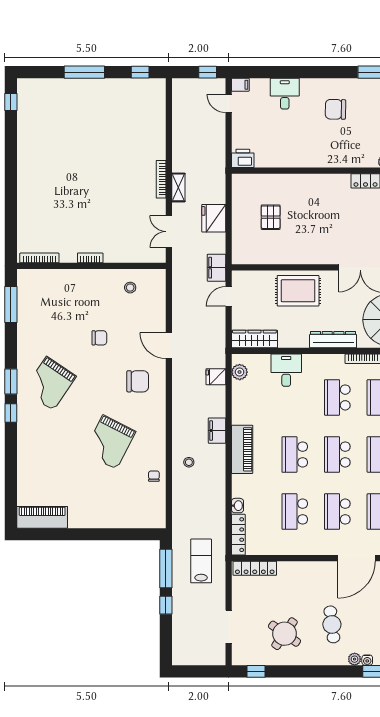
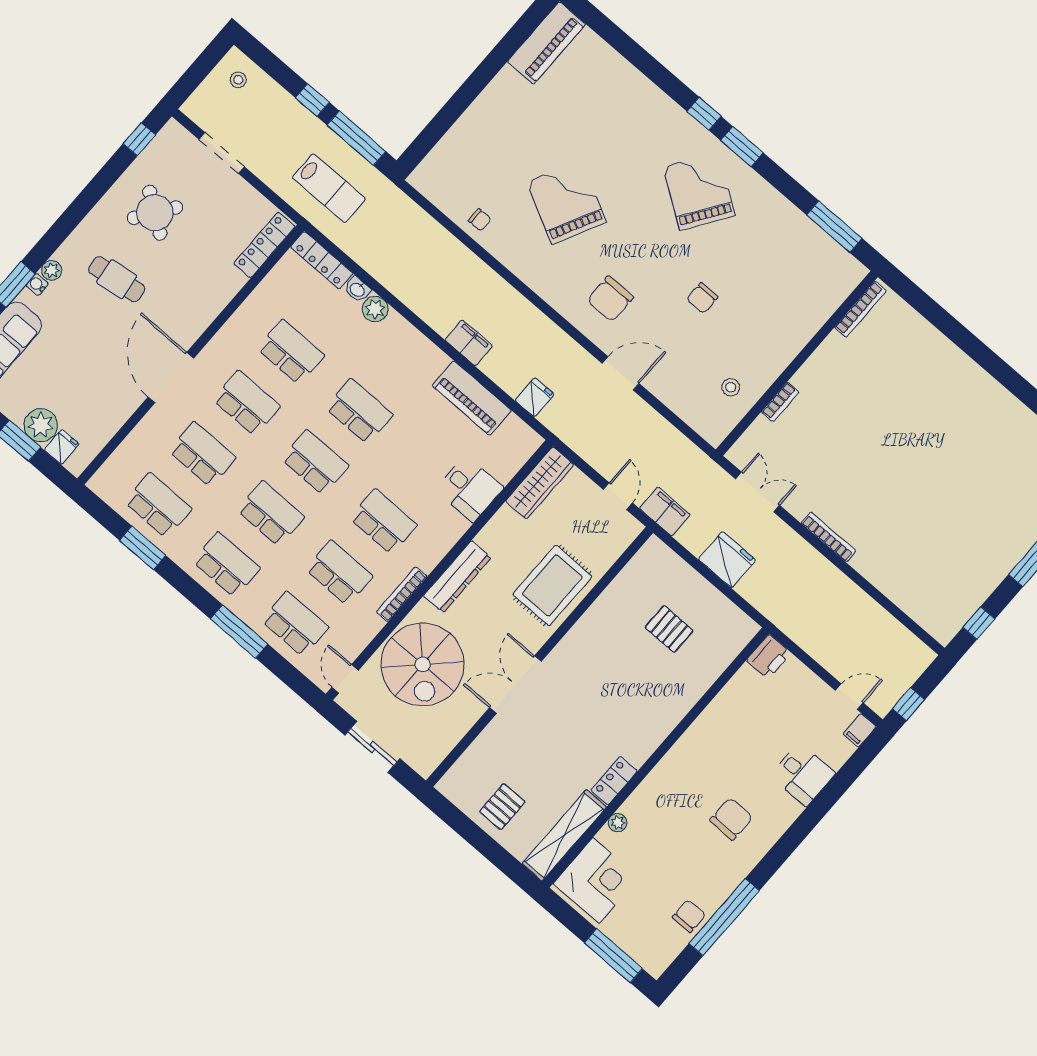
shelving: (178, 187) -> (801, 549), removed
bookcase: (90, 258) -> (780, 402), moved
plant: (240, 372) -> (375, 309), moved
piano: (242, 449) -> (472, 398), moved
stool: (189, 462) -> (238, 80), moved

